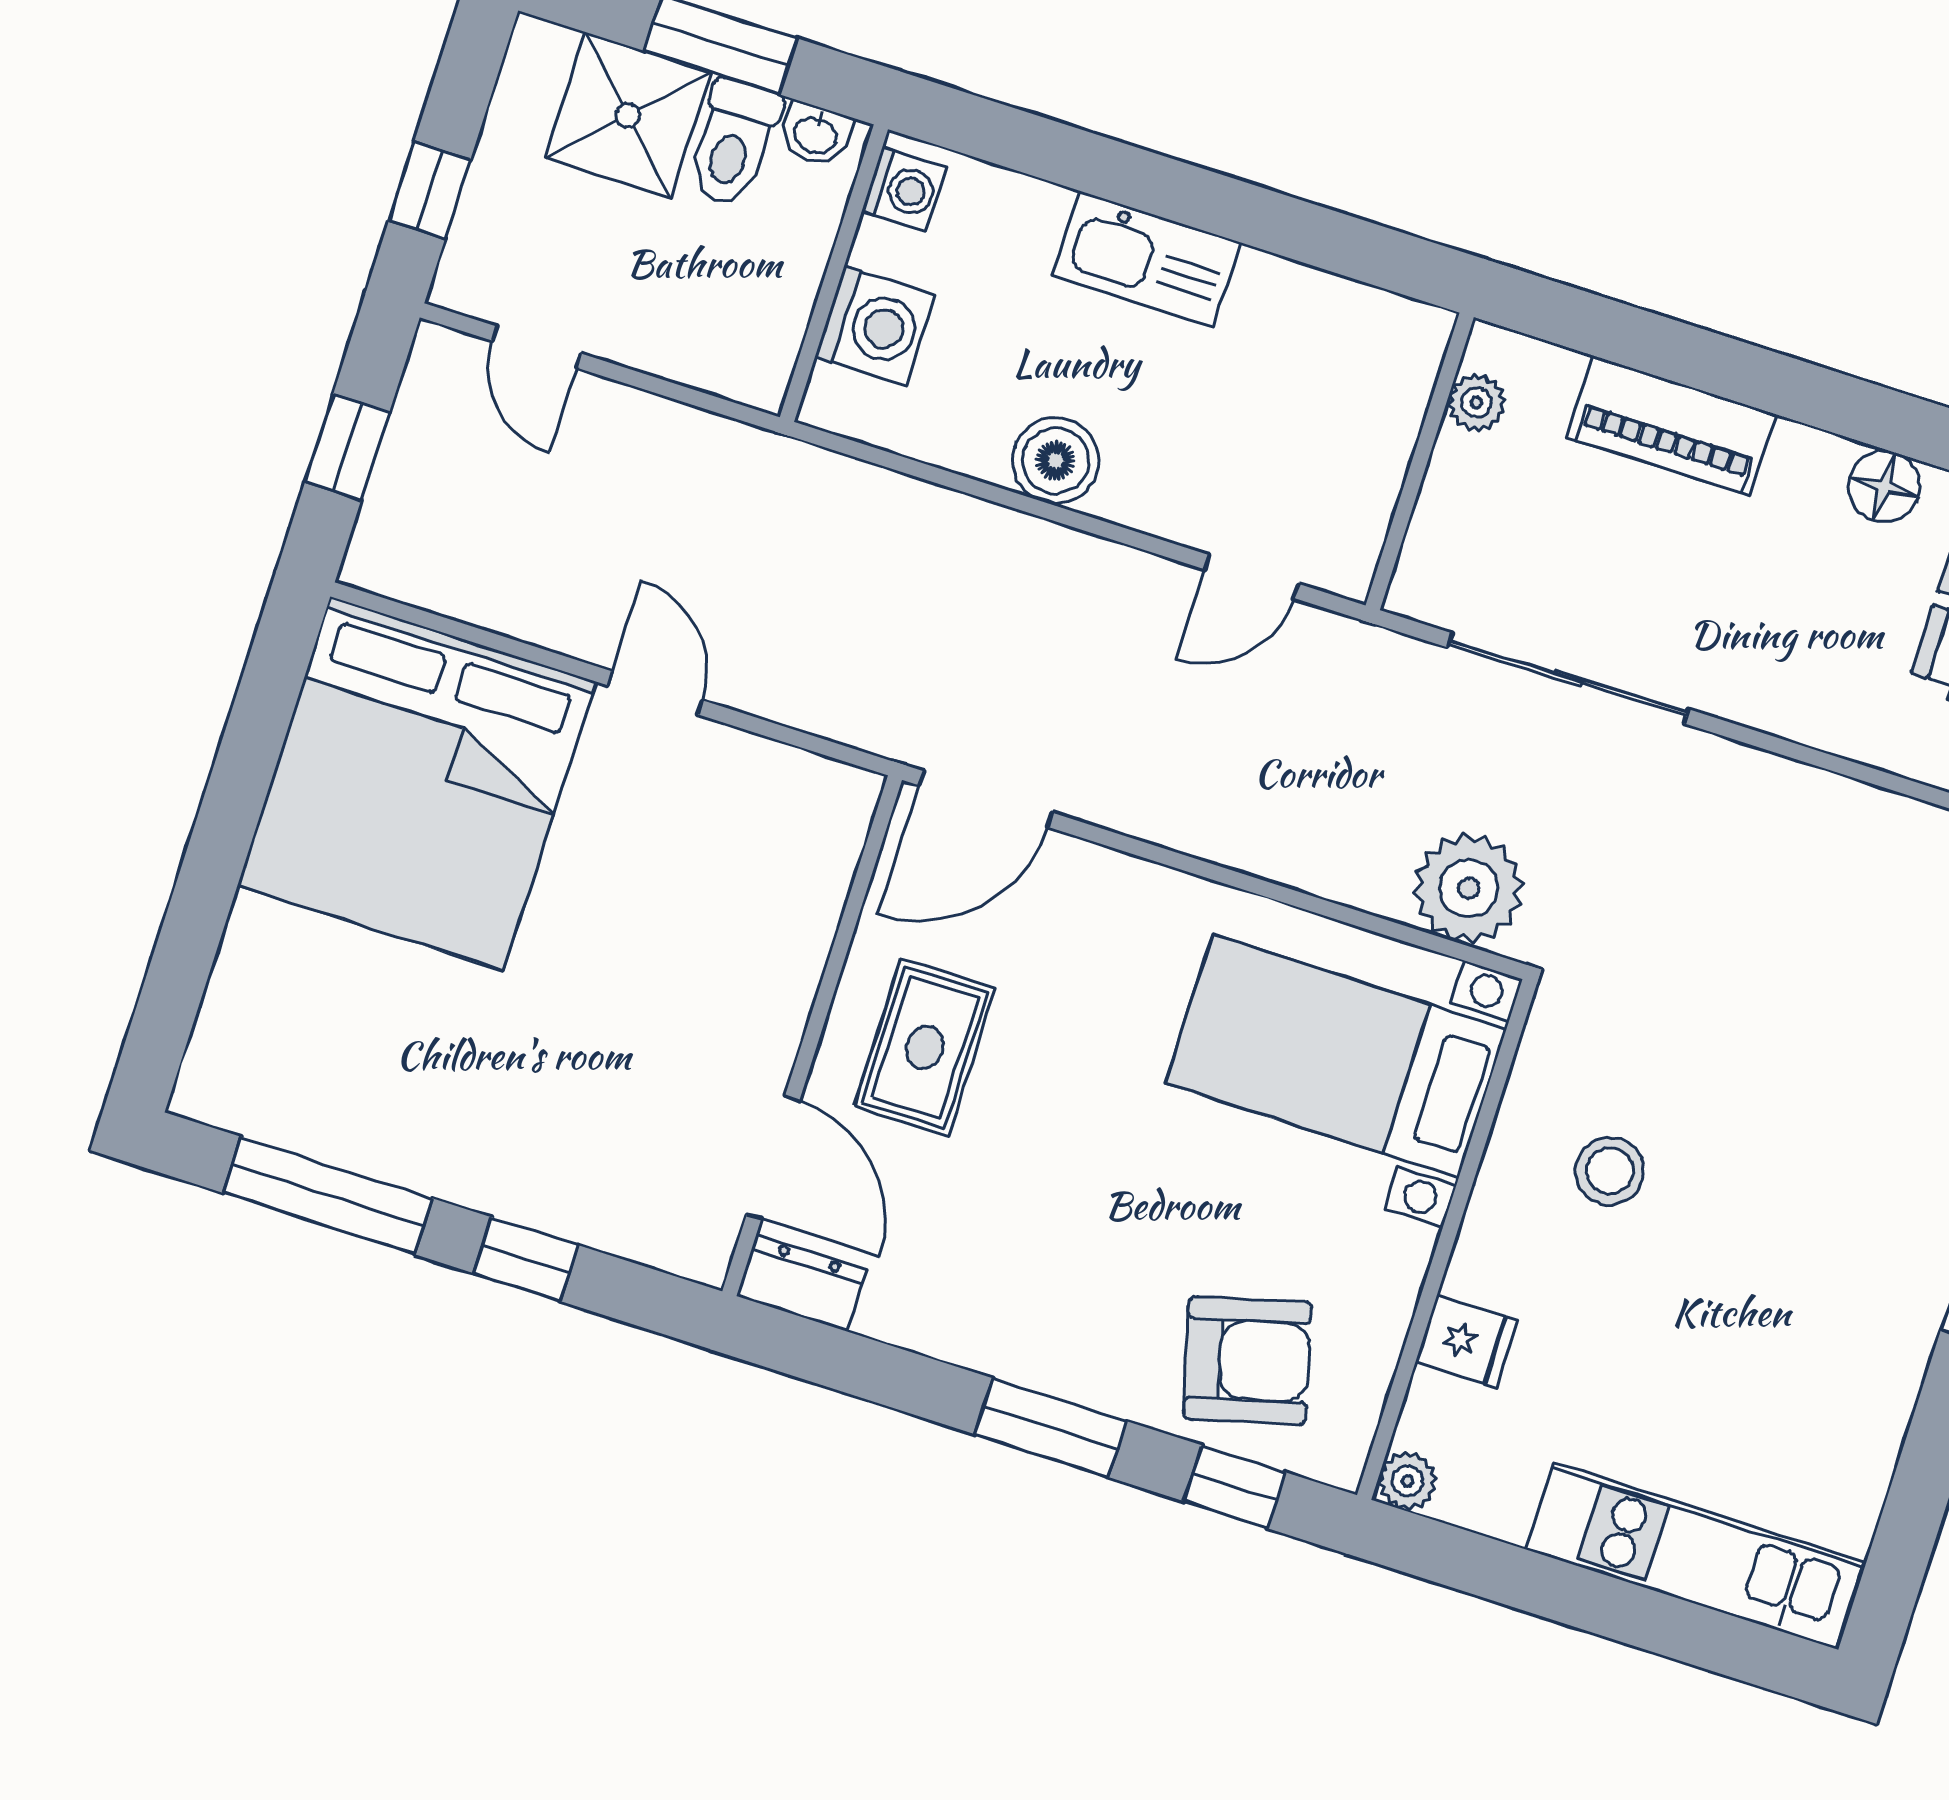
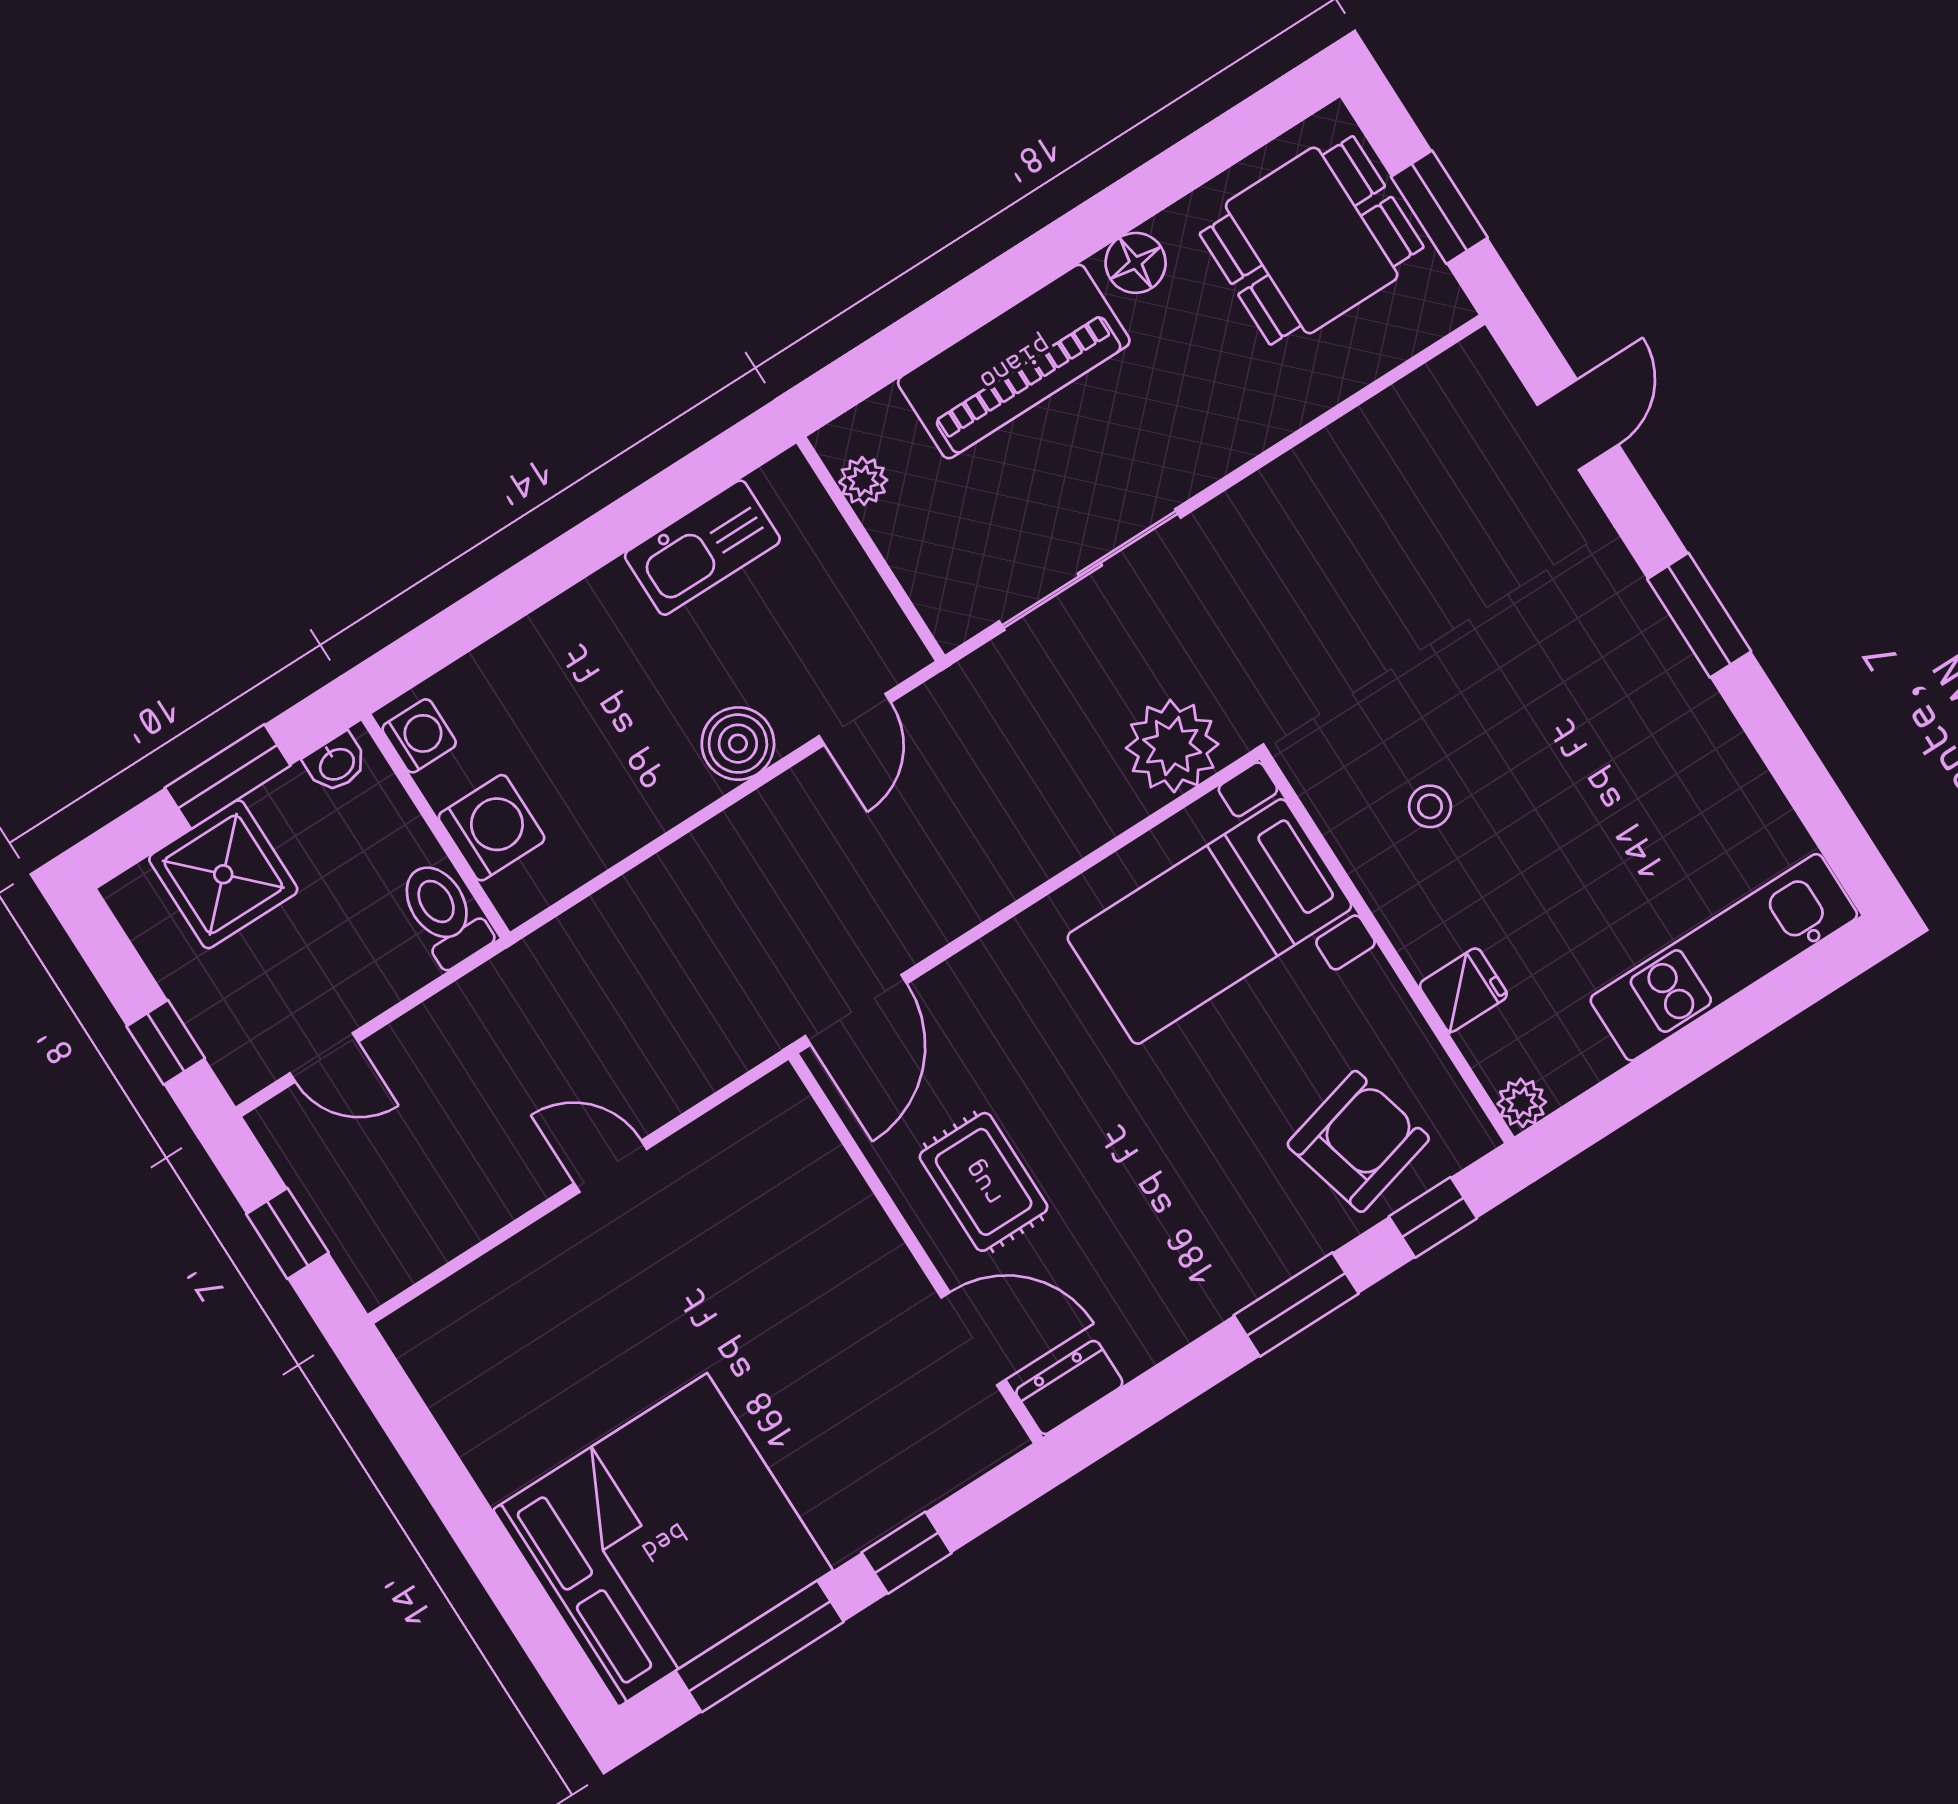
toilet: (733, 143) -> (444, 913), moved, turned 180
kitchen sink: (1146, 259) -> (702, 548), moved
piano: (1672, 426) -> (1014, 362), width x1.37, depth x1.33
boiler: (1056, 461) -> (738, 744), moved
bed: (417, 784) -> (663, 1540), moved, turned -90
stool: (1610, 1171) -> (1430, 806), width x0.73, depth x0.73

